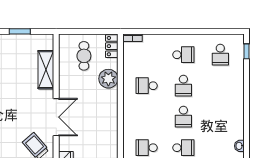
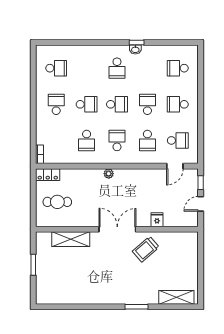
window: (246, 51) -> (137, 42), moved
plant: (108, 79) -> (109, 174), moved, width x0.53, depth x0.53
school desk: (147, 117) -> (117, 140), added
school desk: (220, 117) -> (117, 68), added
washbasin: (239, 146) -> (135, 50), moved

